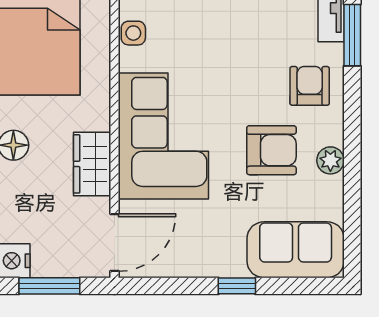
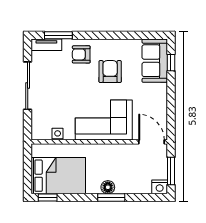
plant: (330, 160) -> (115, 45), removed
wardrobe: (92, 164) -> (116, 152), removed
window: (237, 286) -> (171, 63), moved

